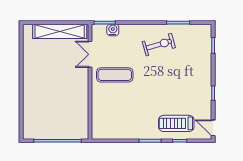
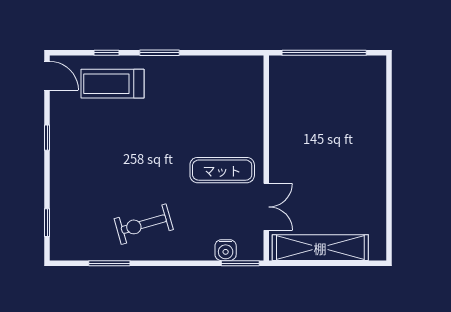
treadmill: (176, 123) -> (113, 84), turned 180

